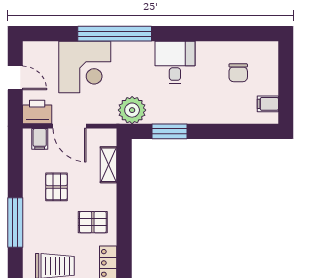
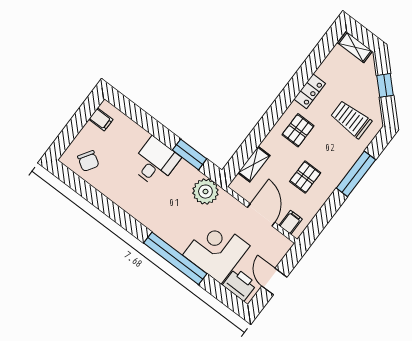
desk: (175, 63) -> (155, 162), moved, turned 180
chair: (238, 73) -> (88, 161), moved, turned 122
printer: (37, 112) -> (240, 284), moved, turned 180
pallet: (93, 222) -> (298, 130), turned 90

